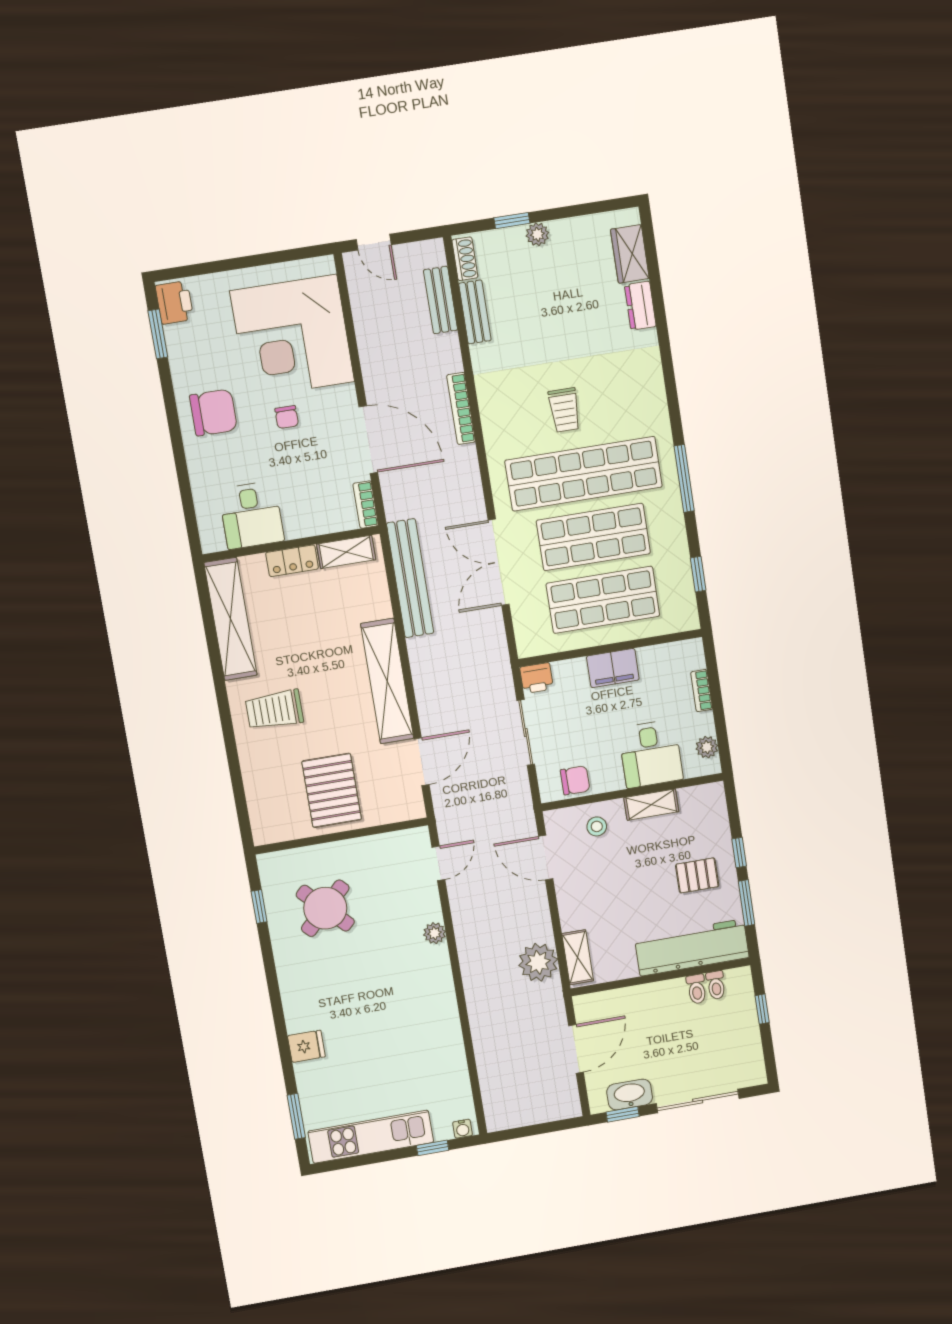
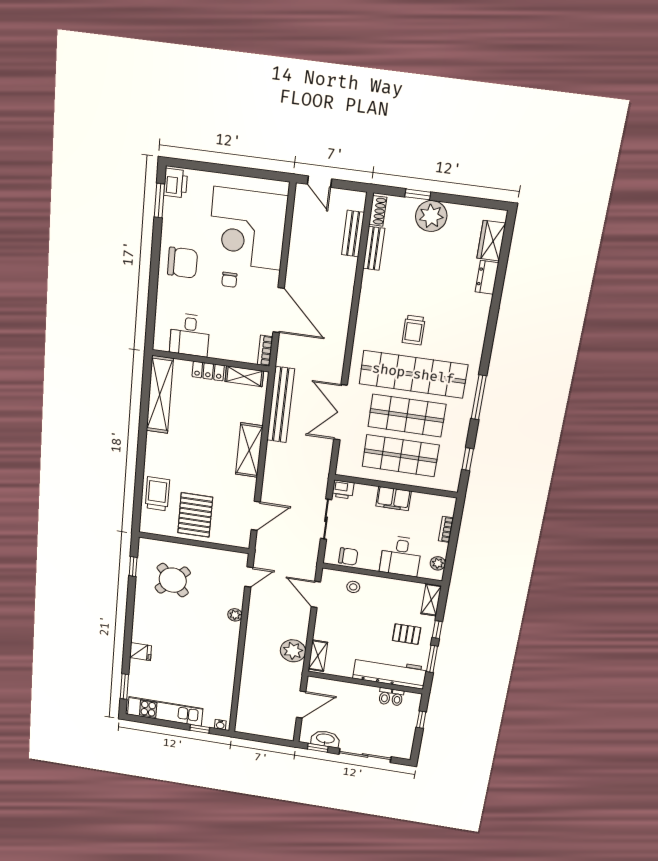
plant: (537, 234) -> (431, 216), width x1.88, depth x1.88
bookcase: (461, 408) -> (345, 309), removed
shelving: (387, 681) -> (249, 450), width x0.68
trolley: (274, 710) -> (157, 494), moved, turned 90
shelving: (651, 805) -> (431, 600), moved, turned 90

